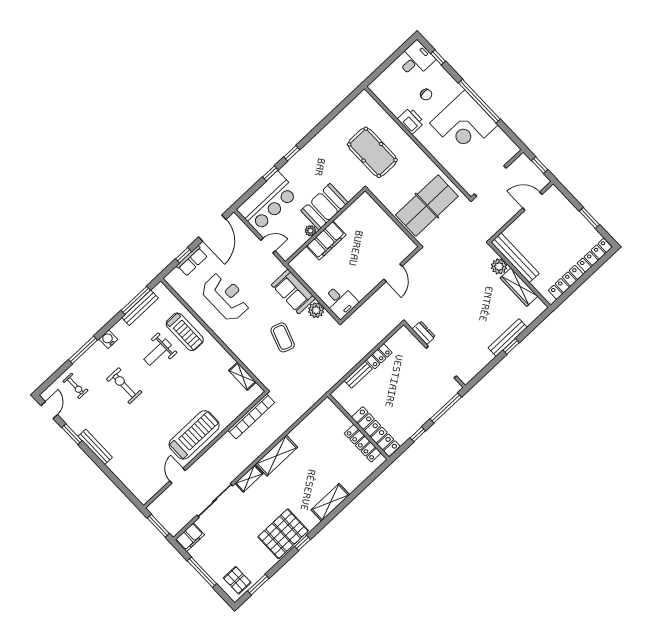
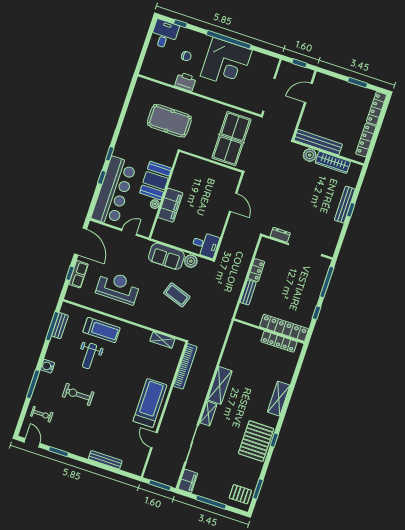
bar counter: (268, 202) -> (114, 191), width x1.36
bench: (140, 308) -> (60, 326), width x0.73
bench: (95, 447) -> (105, 460), moved

